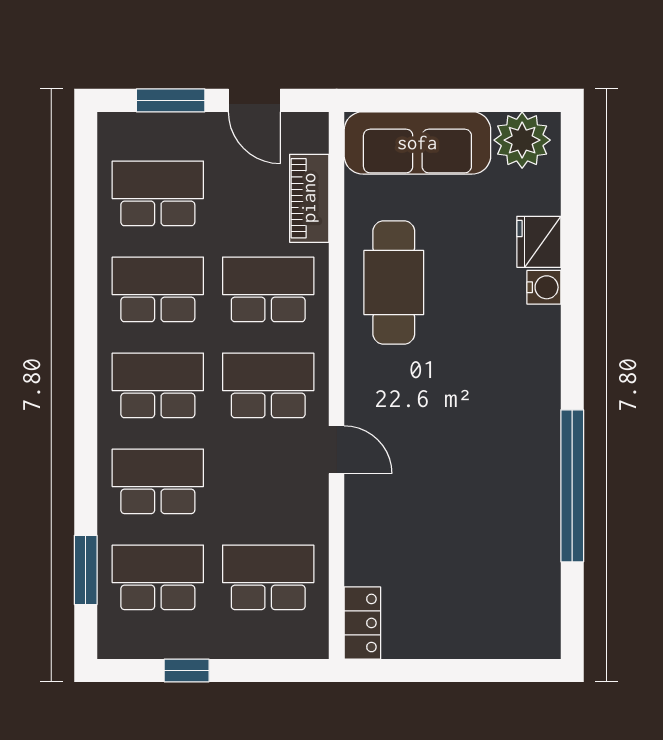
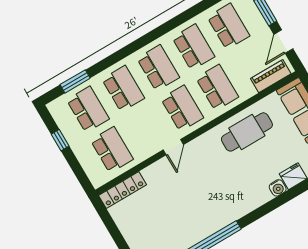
piano: (309, 198) -> (271, 76), moved
locker: (362, 623) -> (122, 190), width x1.53

